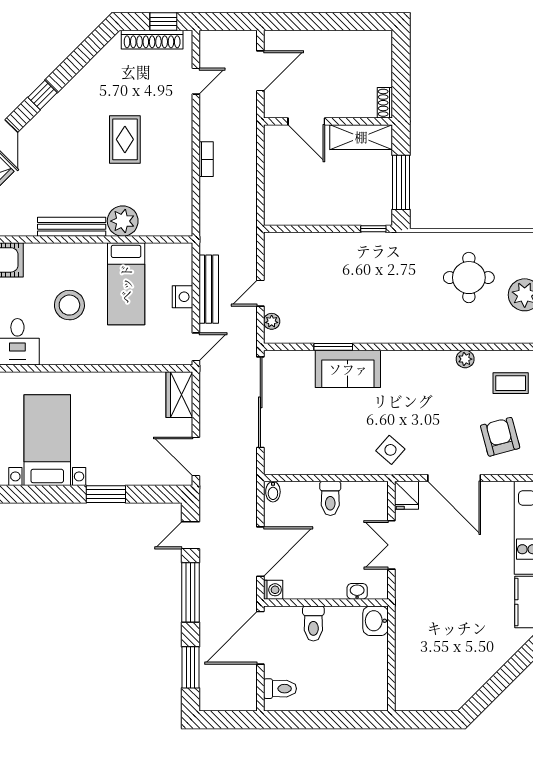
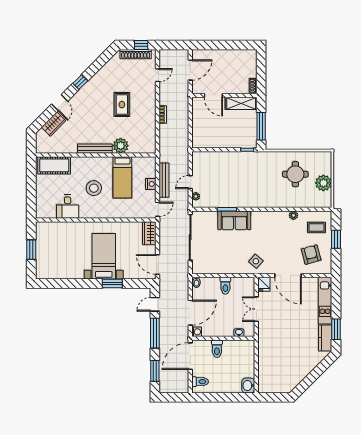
bed with nightstands: (47, 440) -> (104, 256), moved
washbasin: (376, 621) -> (248, 386), moved

